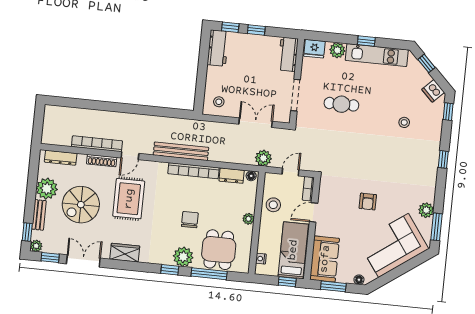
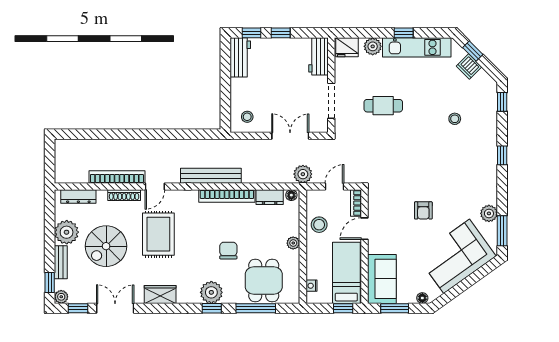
dishwasher: (433, 91) -> (469, 66), moved
plant: (183, 257) -> (211, 292), moved

